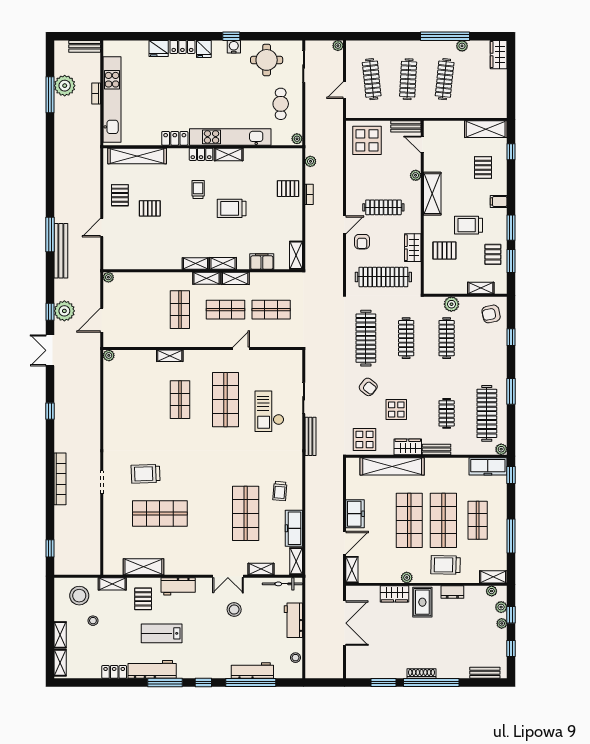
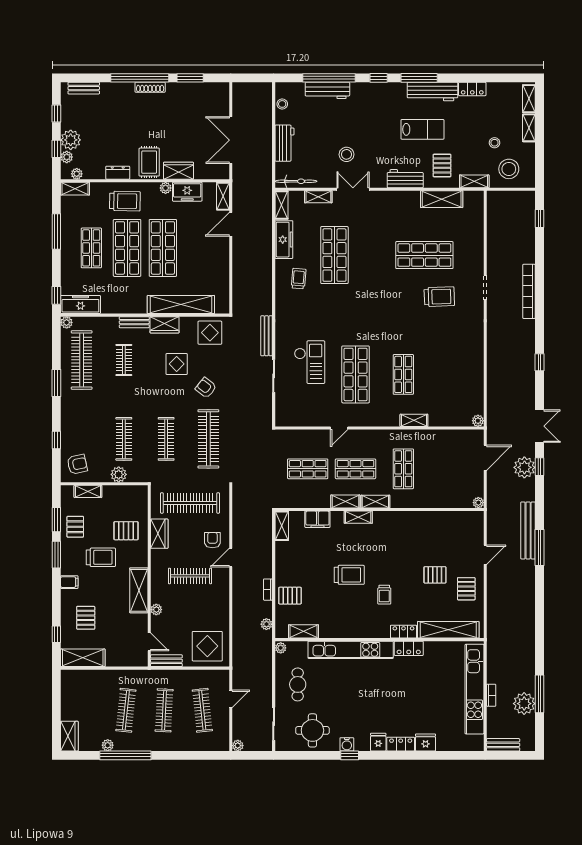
locker: (201, 154) -> (403, 632), moved
shelving: (229, 154) -> (303, 631), moved
shelving: (195, 263) -> (387, 517), removed
freezer: (355, 514) -> (187, 192), moved, turned -90
plant: (502, 623) -> (71, 140), width x1.87, depth x1.87

